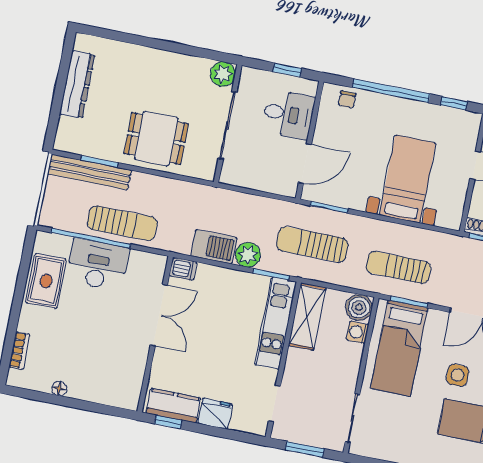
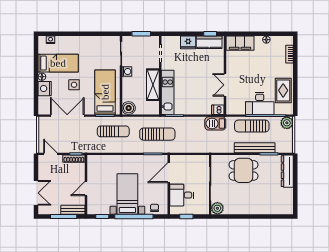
dresser: (77, 84) -> (287, 171), moved
bench: (89, 172) -> (255, 148), moved
bed with nightstands: (408, 179) -> (127, 194), moved, turned 180
barbecue: (214, 247) -> (215, 123), moved
plant: (248, 255) -> (287, 123), moved
double door: (159, 315) -> (225, 85), width x0.73
shelving: (307, 316) -> (153, 85), moved
washing machine: (357, 332) -> (127, 72), moved
filing cabinet: (113, 392) -> (240, 43), added

